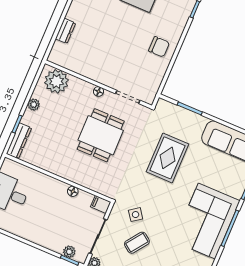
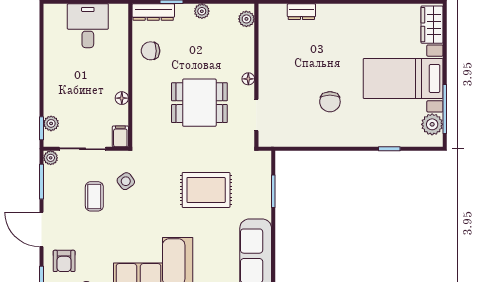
chair: (159, 47) -> (330, 102), moved
plant: (56, 81) -> (246, 19), width x0.53, depth x0.53
chair: (47, 155) -> (150, 51), added
coffee table: (137, 243) -> (94, 196), turned 54

